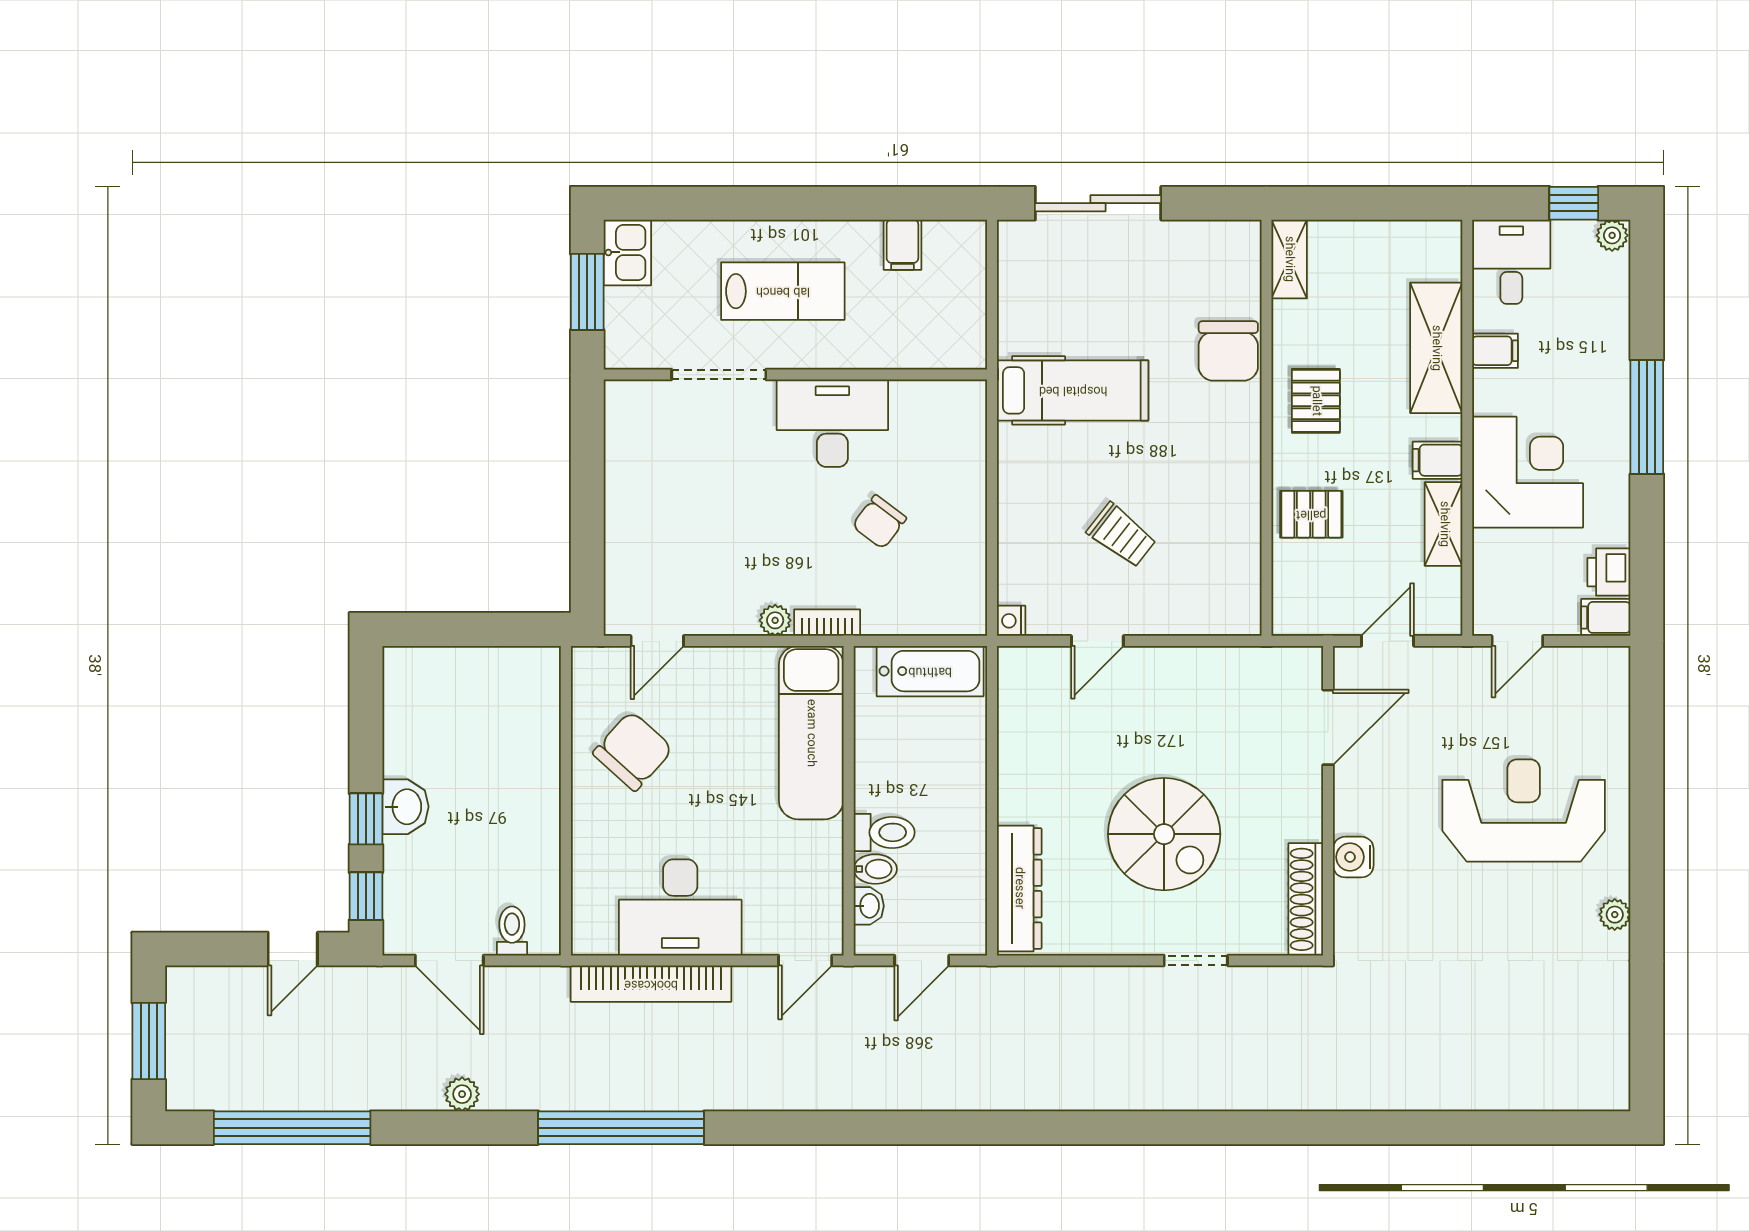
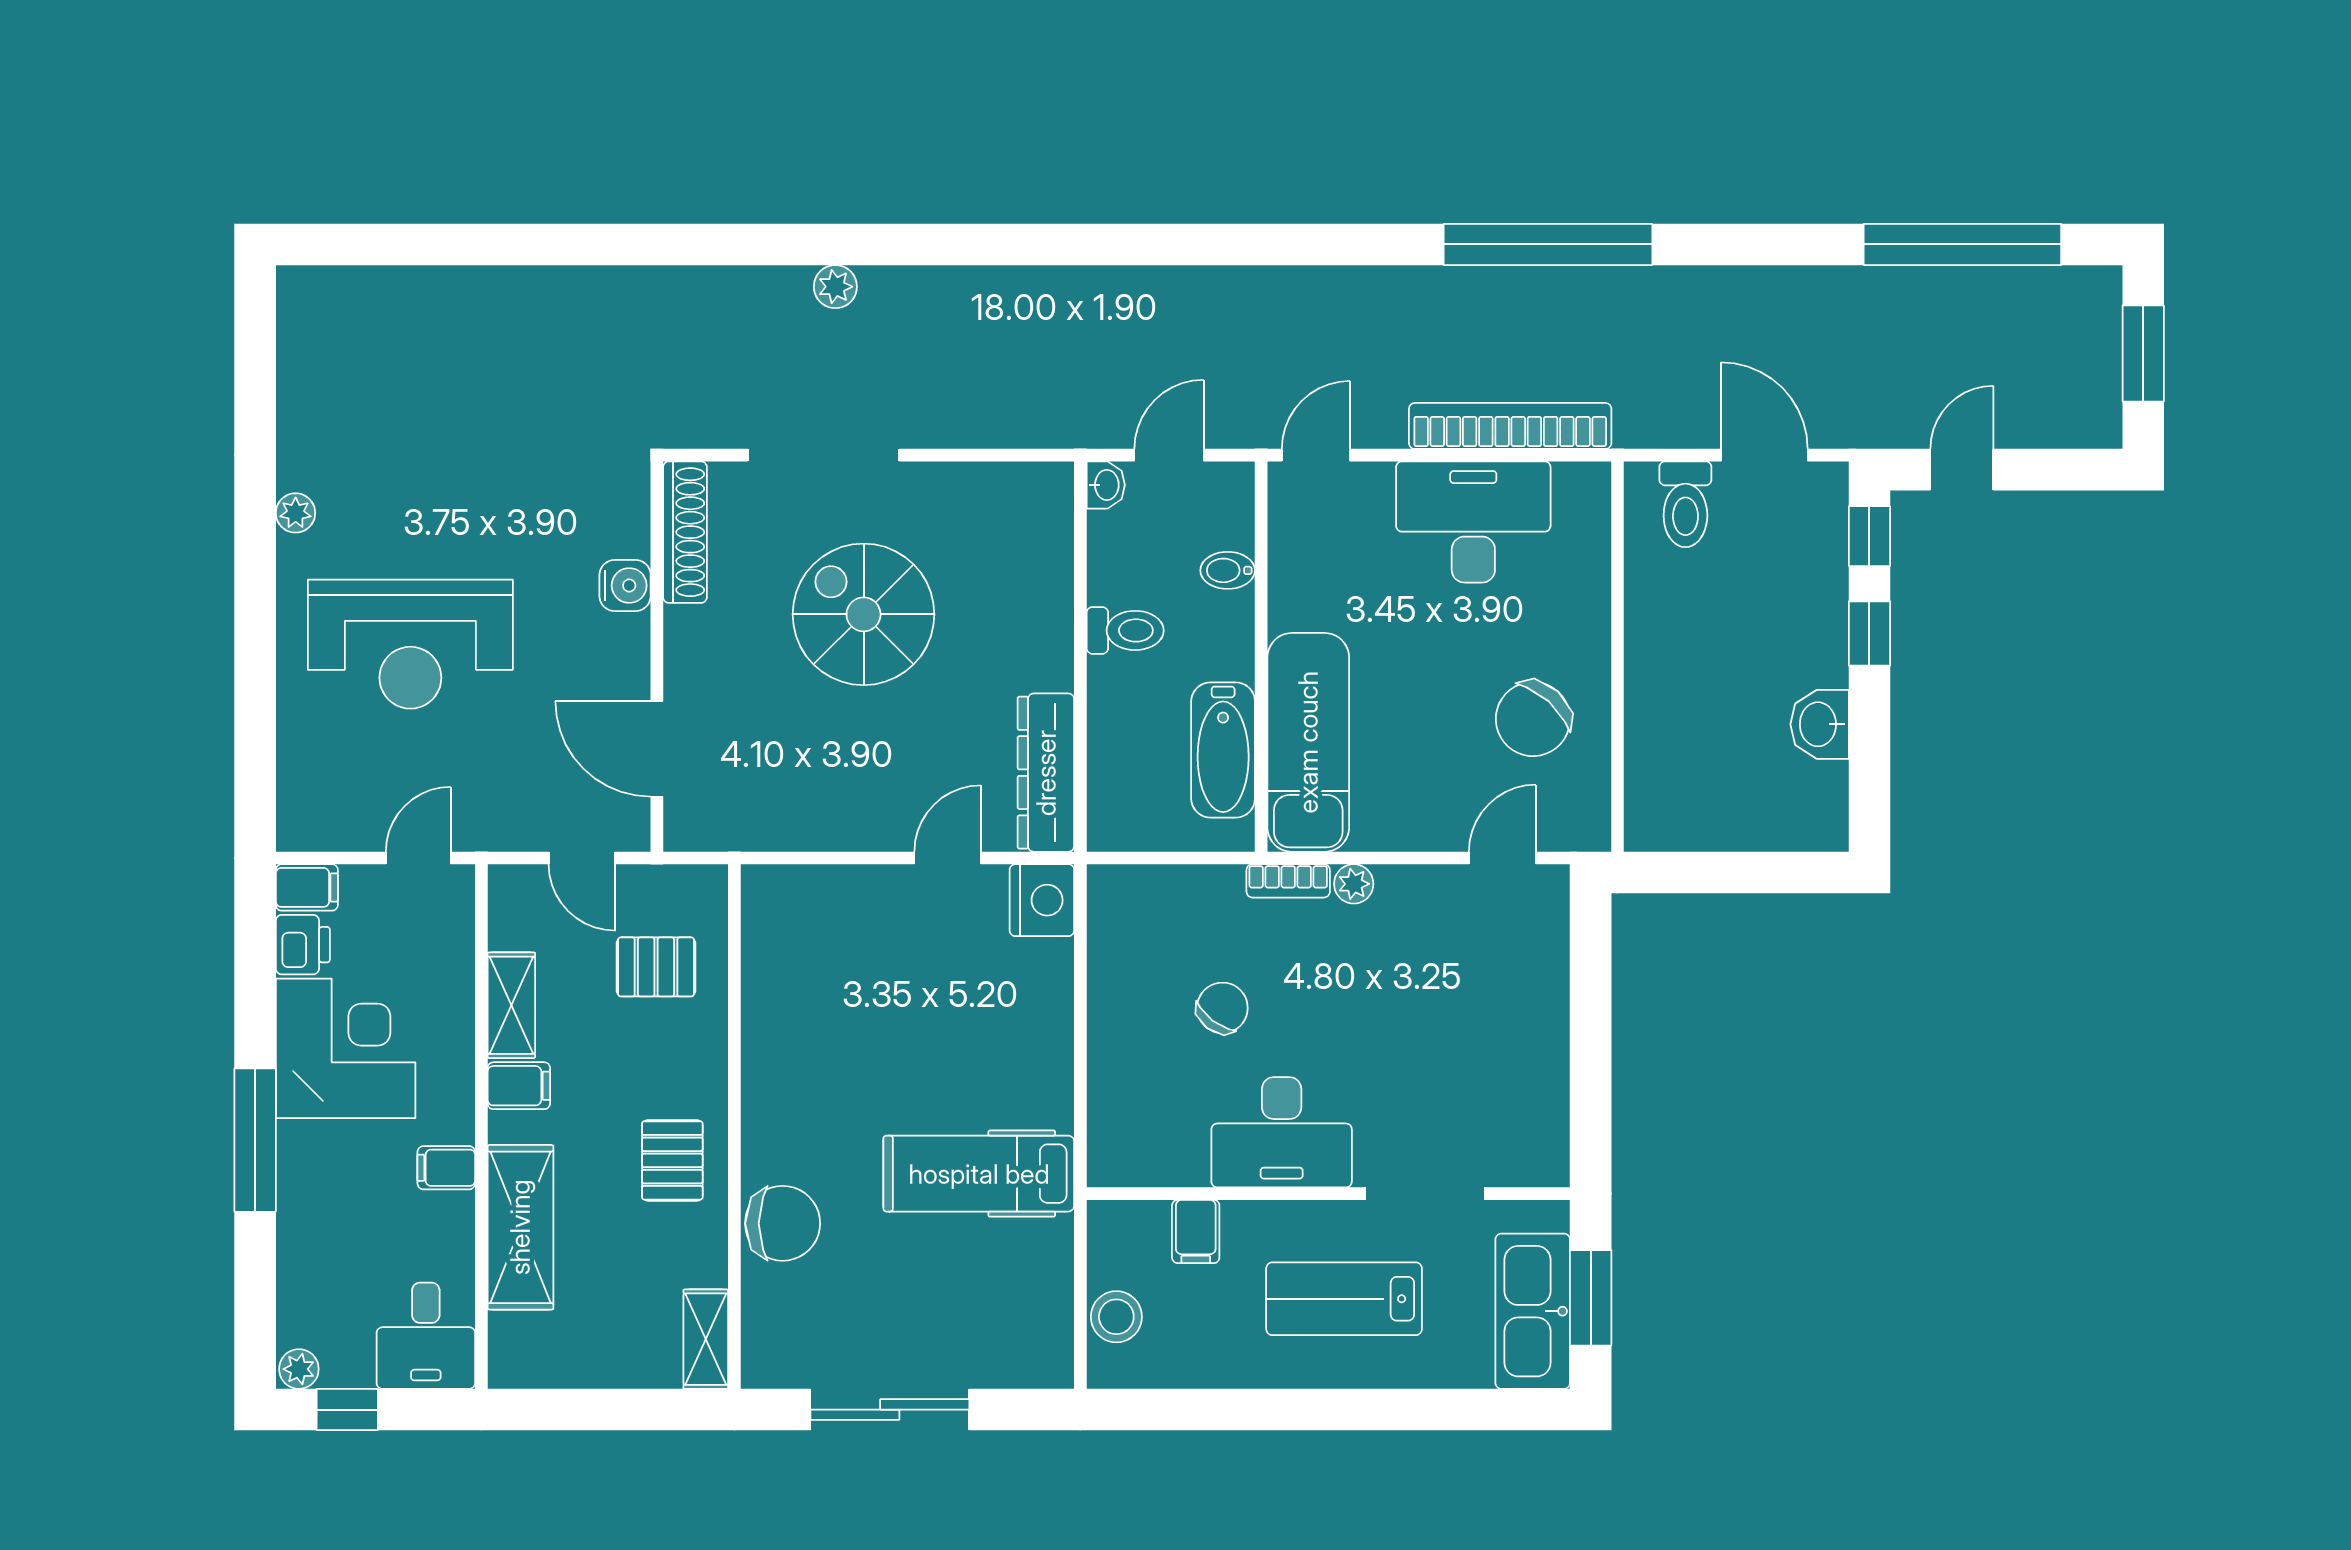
sliding door: (1098, 203) -> (890, 1410), moved
filing cabinet: (902, 245) -> (1196, 1232), moved, turned 180
kitchen sink: (627, 252) -> (1533, 1311), width x1.88, depth x1.24
stool: (963, 277) -> (1116, 1317), added
chair: (1228, 351) -> (783, 1223), turned 90
filing cabinet: (1495, 351) -> (446, 1168), moved
corner desk: (1528, 472) -> (346, 1048), moved, turned 180
pallet: (1311, 514) -> (656, 967), moved
trolley: (1122, 535) -> (917, 991), removed
nightstand: (1011, 621) -> (1042, 900), width x1.89, depth x1.79
door: (1388, 641) -> (582, 858), hinge flipped
bathtub: (930, 671) -> (1223, 750), moved, turned -90
door: (1328, 727) -> (657, 749), hinge flipped
washbasin: (405, 807) -> (1820, 724), moved
toilet: (884, 832) -> (1125, 630), moved, turned 180
dresser: (1019, 888) -> (1046, 773), moved
washbasin: (869, 906) -> (1106, 485), moved, turned 180
toilet: (512, 931) -> (1685, 504), width x1.37, depth x1.39
doorway: (1196, 960) -> (823, 455), width x1.88
plant: (462, 1094) -> (835, 287), moved

